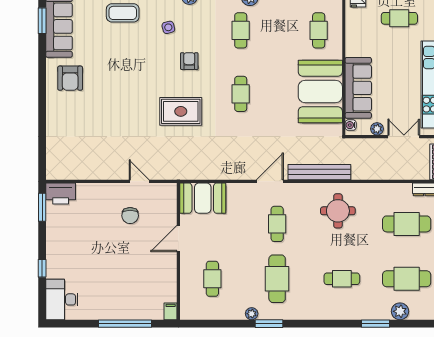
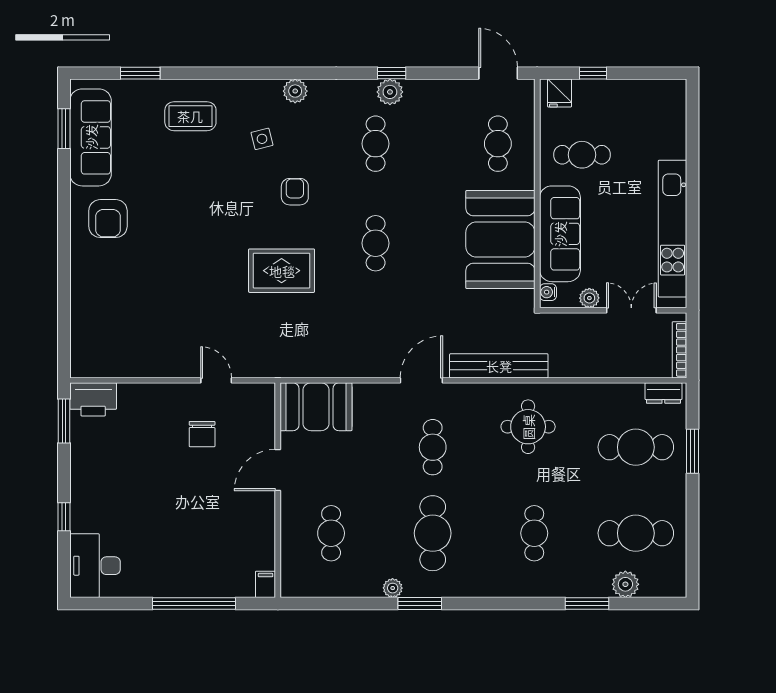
cafe table: (399, 18) -> (582, 155), moved
cafe table: (342, 279) -> (534, 533), turned 90

